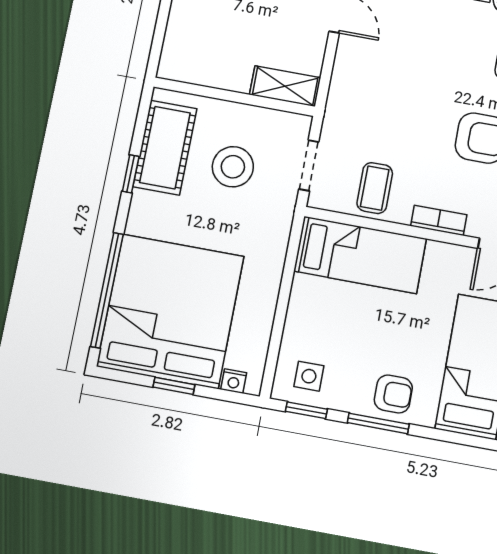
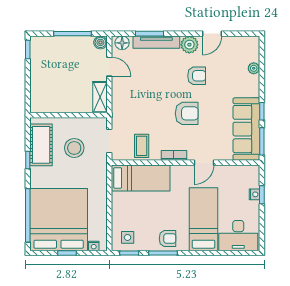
shelving: (285, 86) -> (100, 97), moved, turned 90

